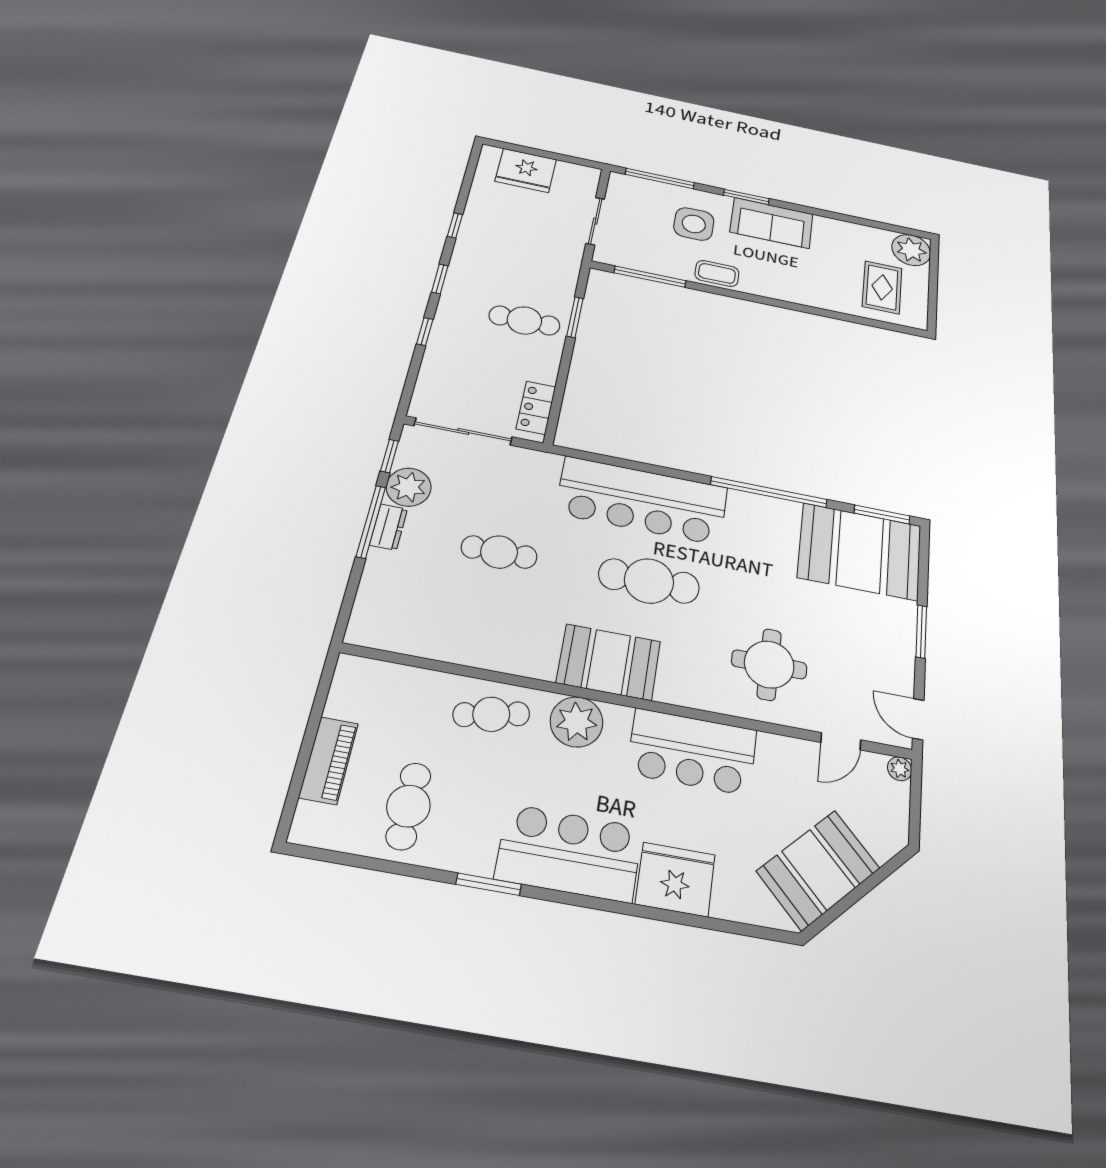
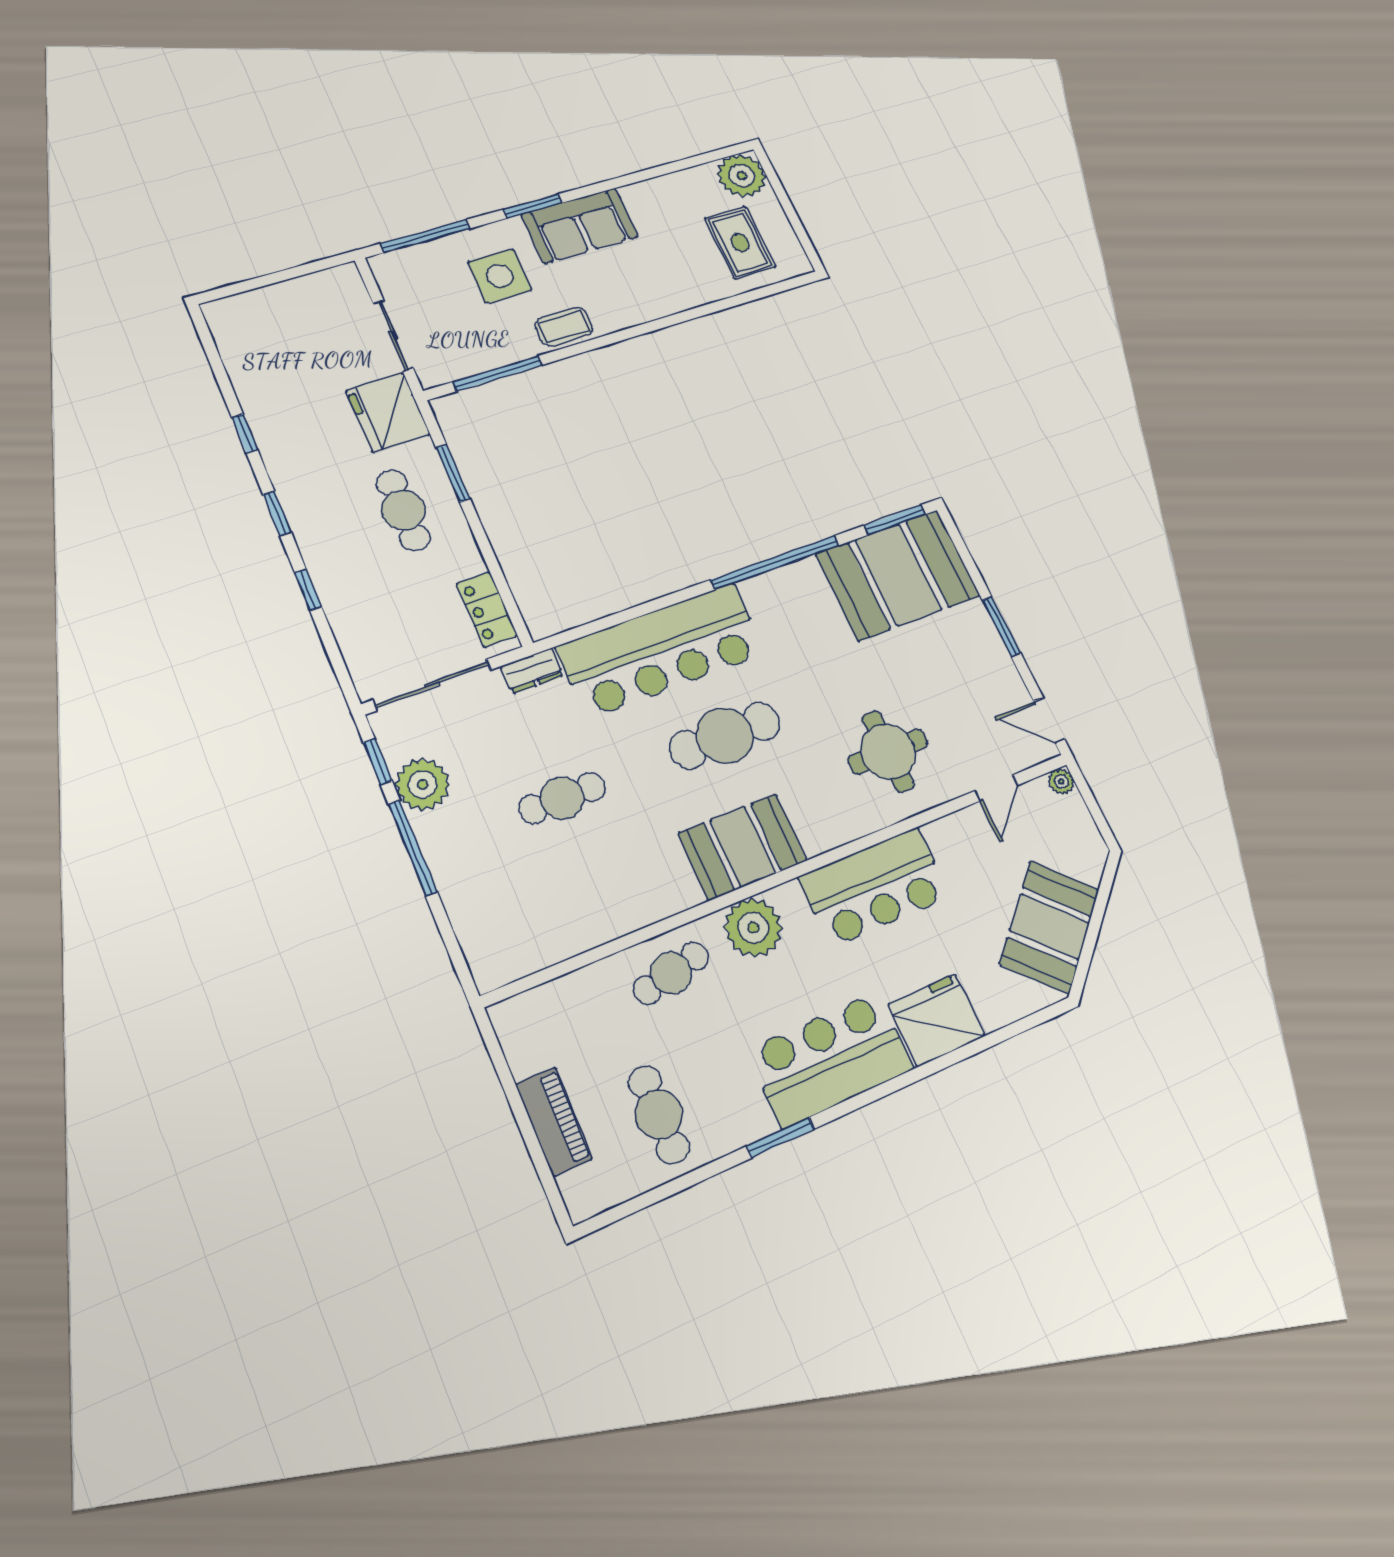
fridge: (526, 170) -> (388, 412), moved, turned 90
cafe table: (524, 320) -> (403, 510), turned 90
dresser: (389, 527) -> (532, 671), moved, turned 90

